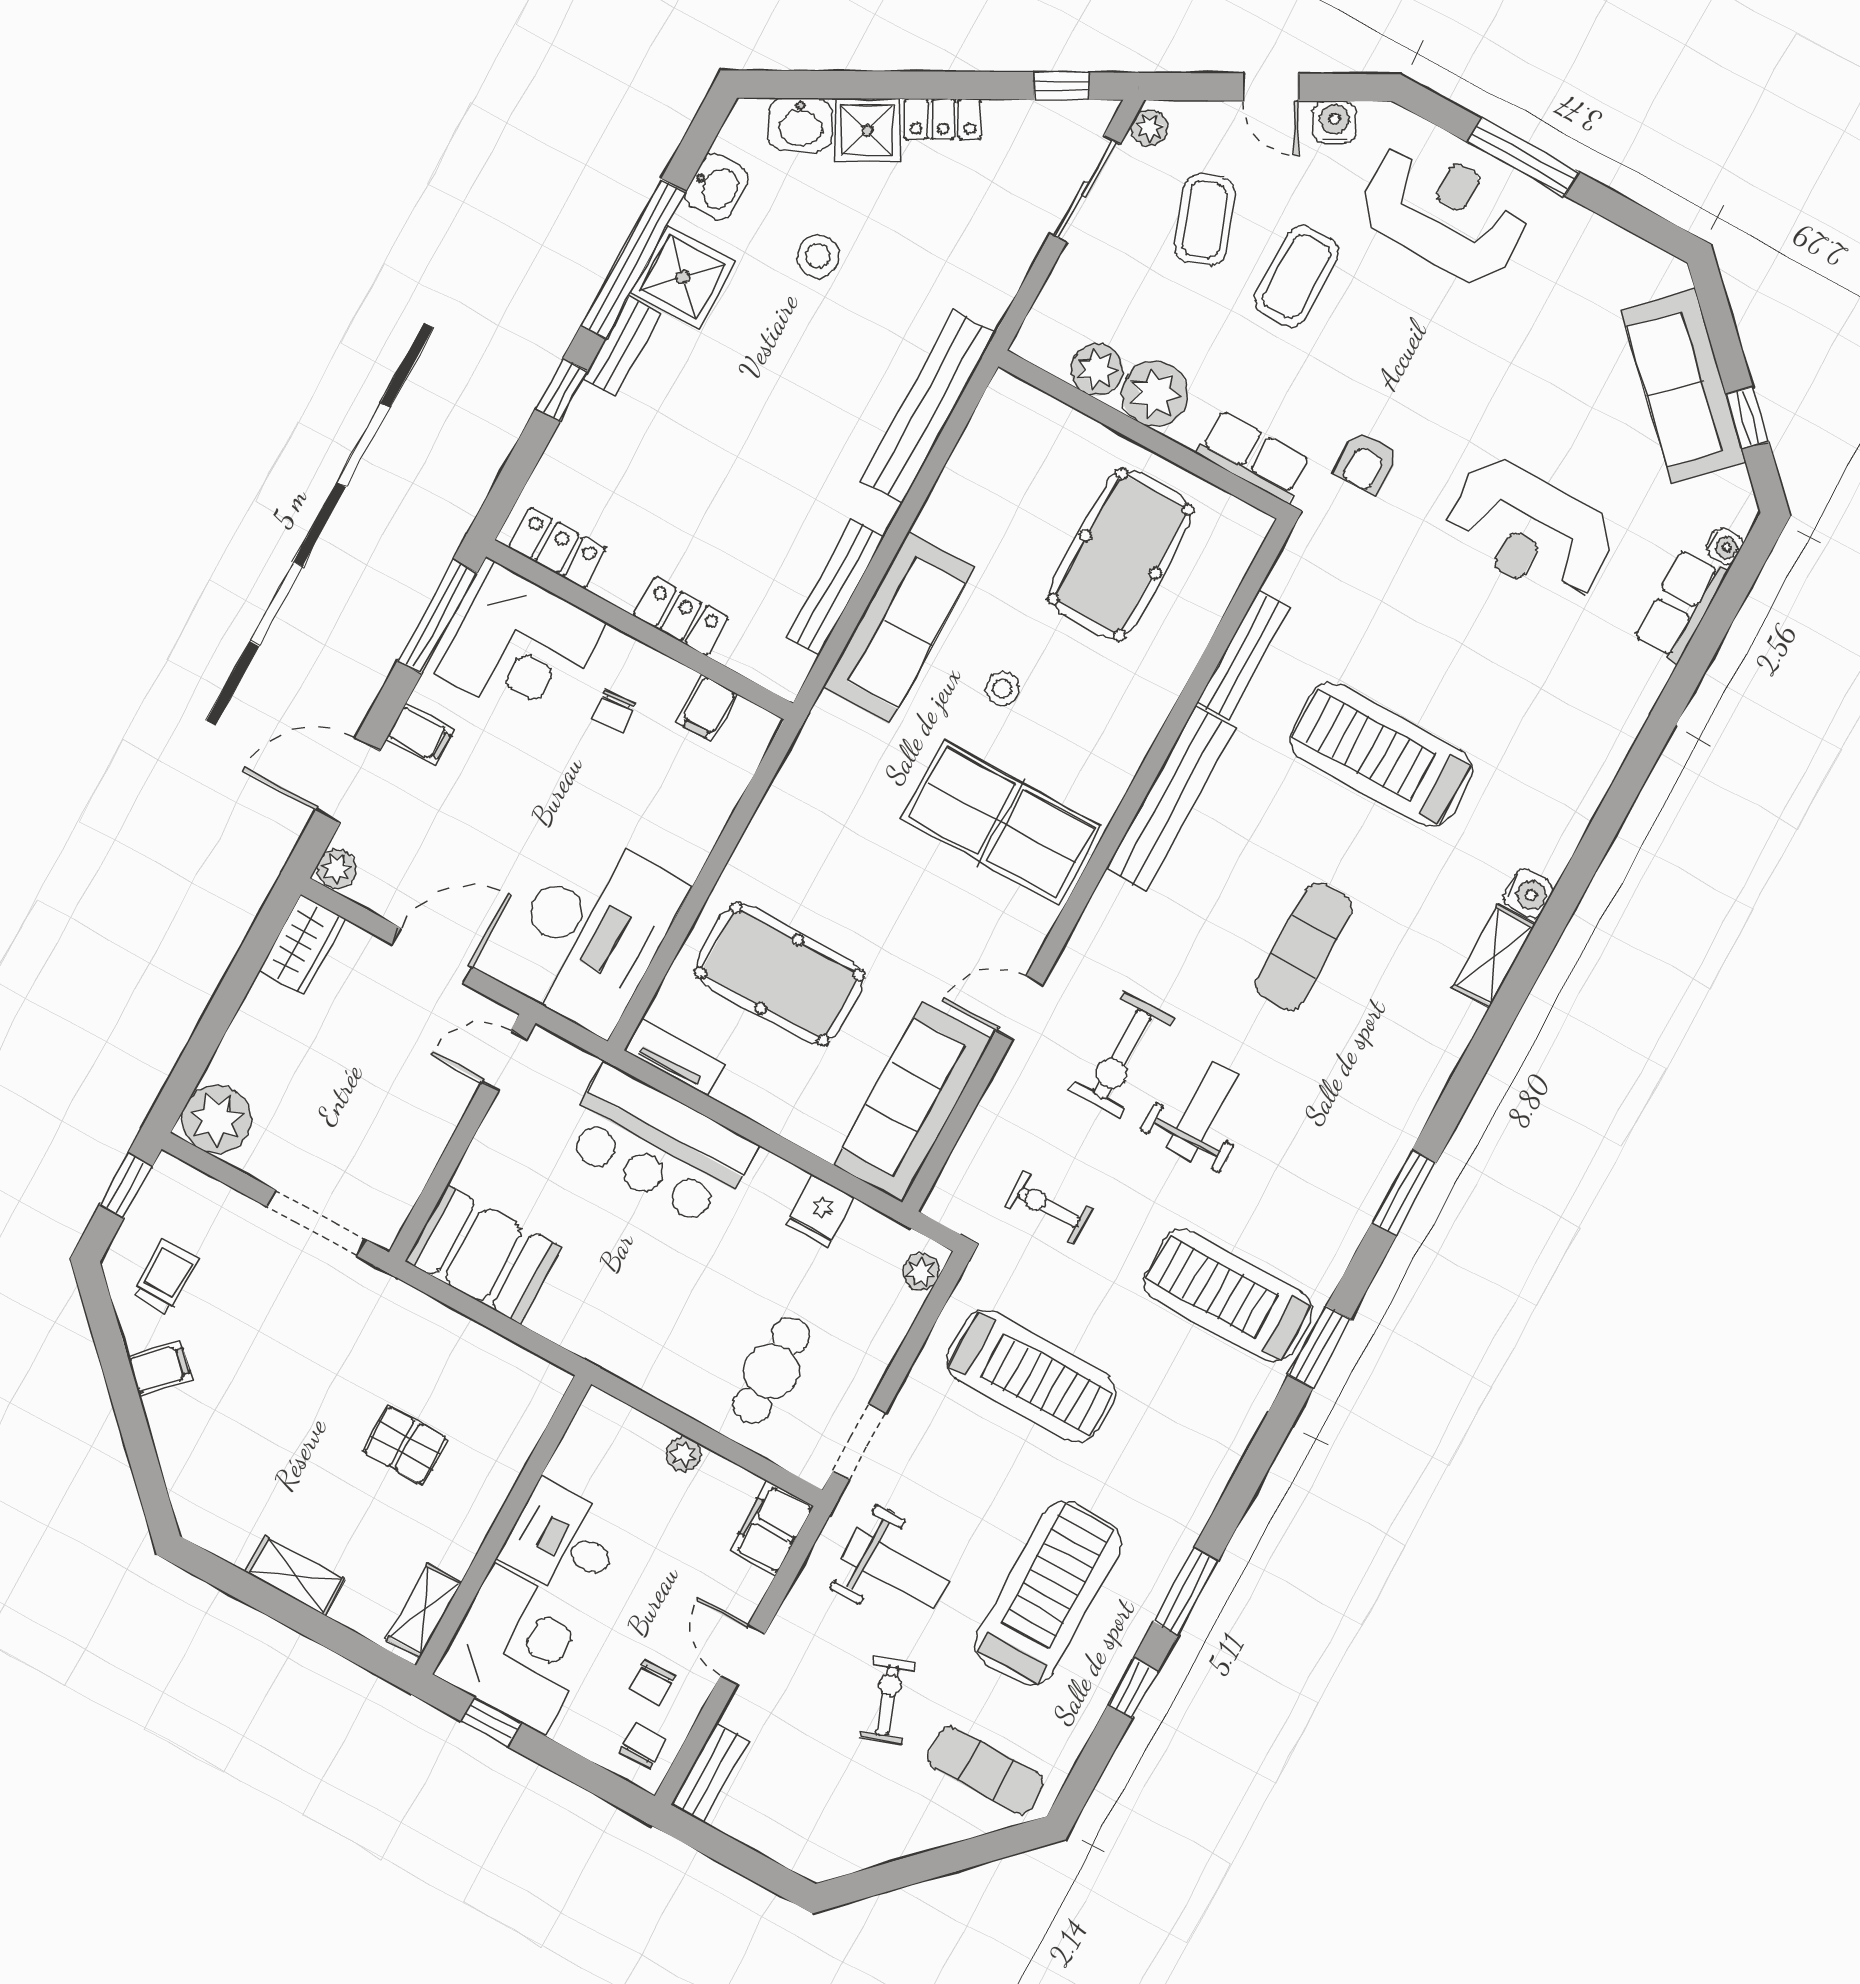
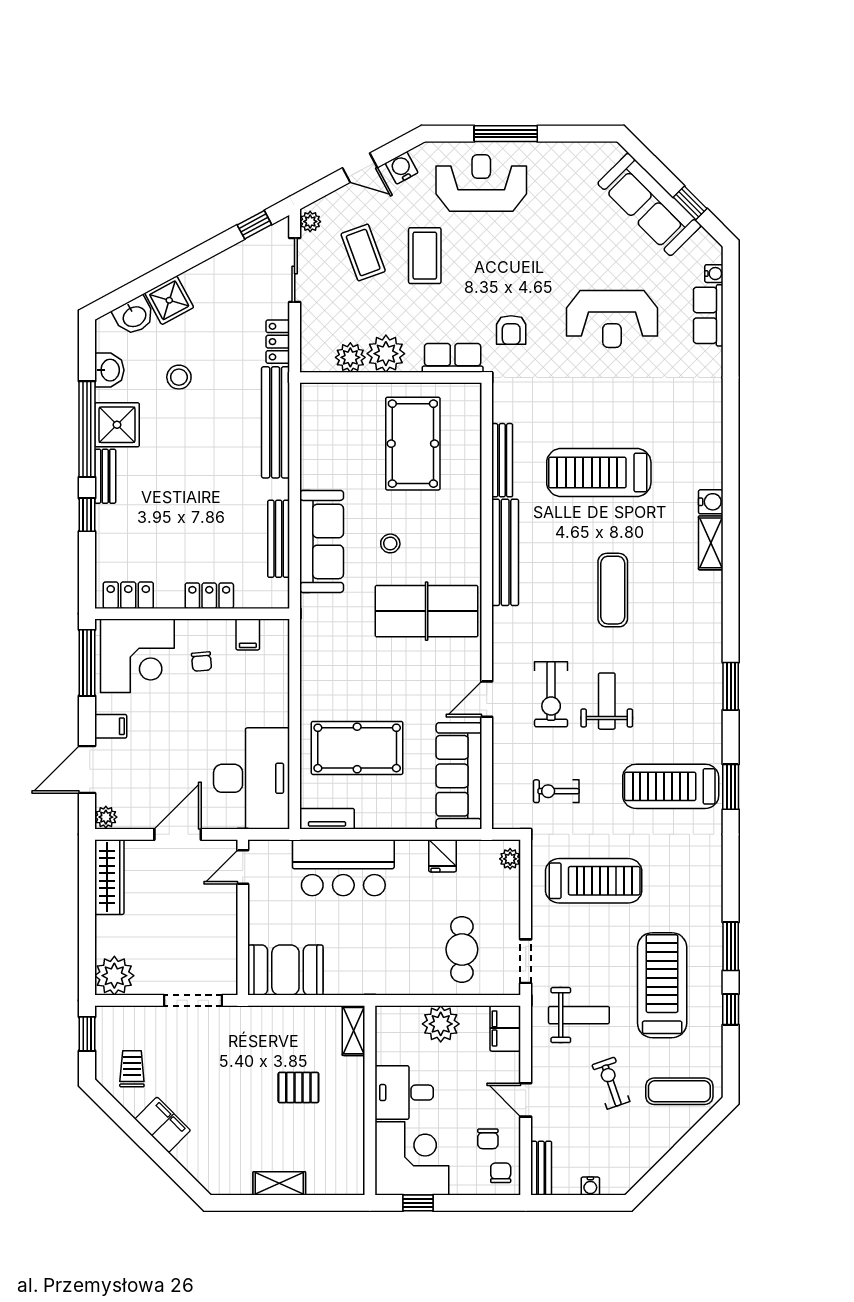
locker: (943, 119) -> (278, 342), moved, turned 118
wardrobe: (302, 945) -> (109, 877), width x1.50
filing cabinet: (160, 1368) -> (163, 1125), width x2.00
plant: (684, 1454) -> (441, 1024), width x1.88, depth x1.88
shelving: (424, 1611) -> (353, 1031), moved
water cooler: (770, 1841) -> (590, 1186), added

